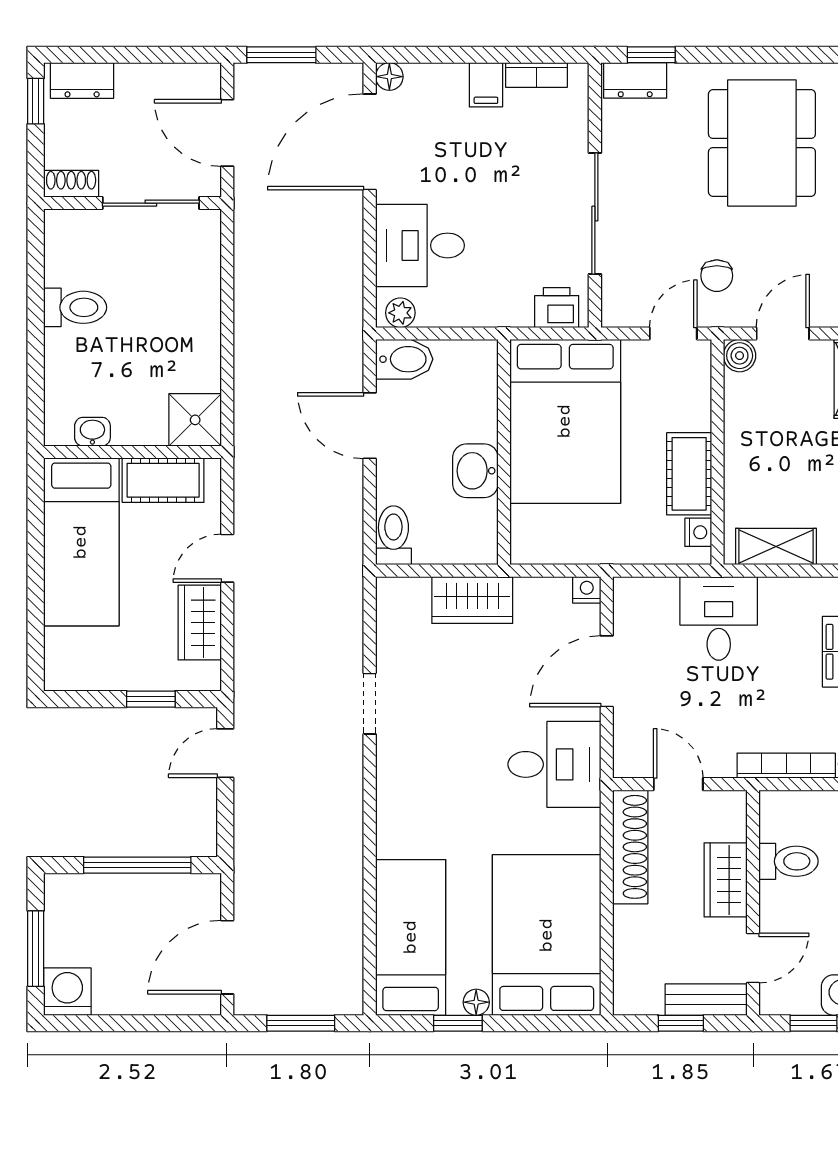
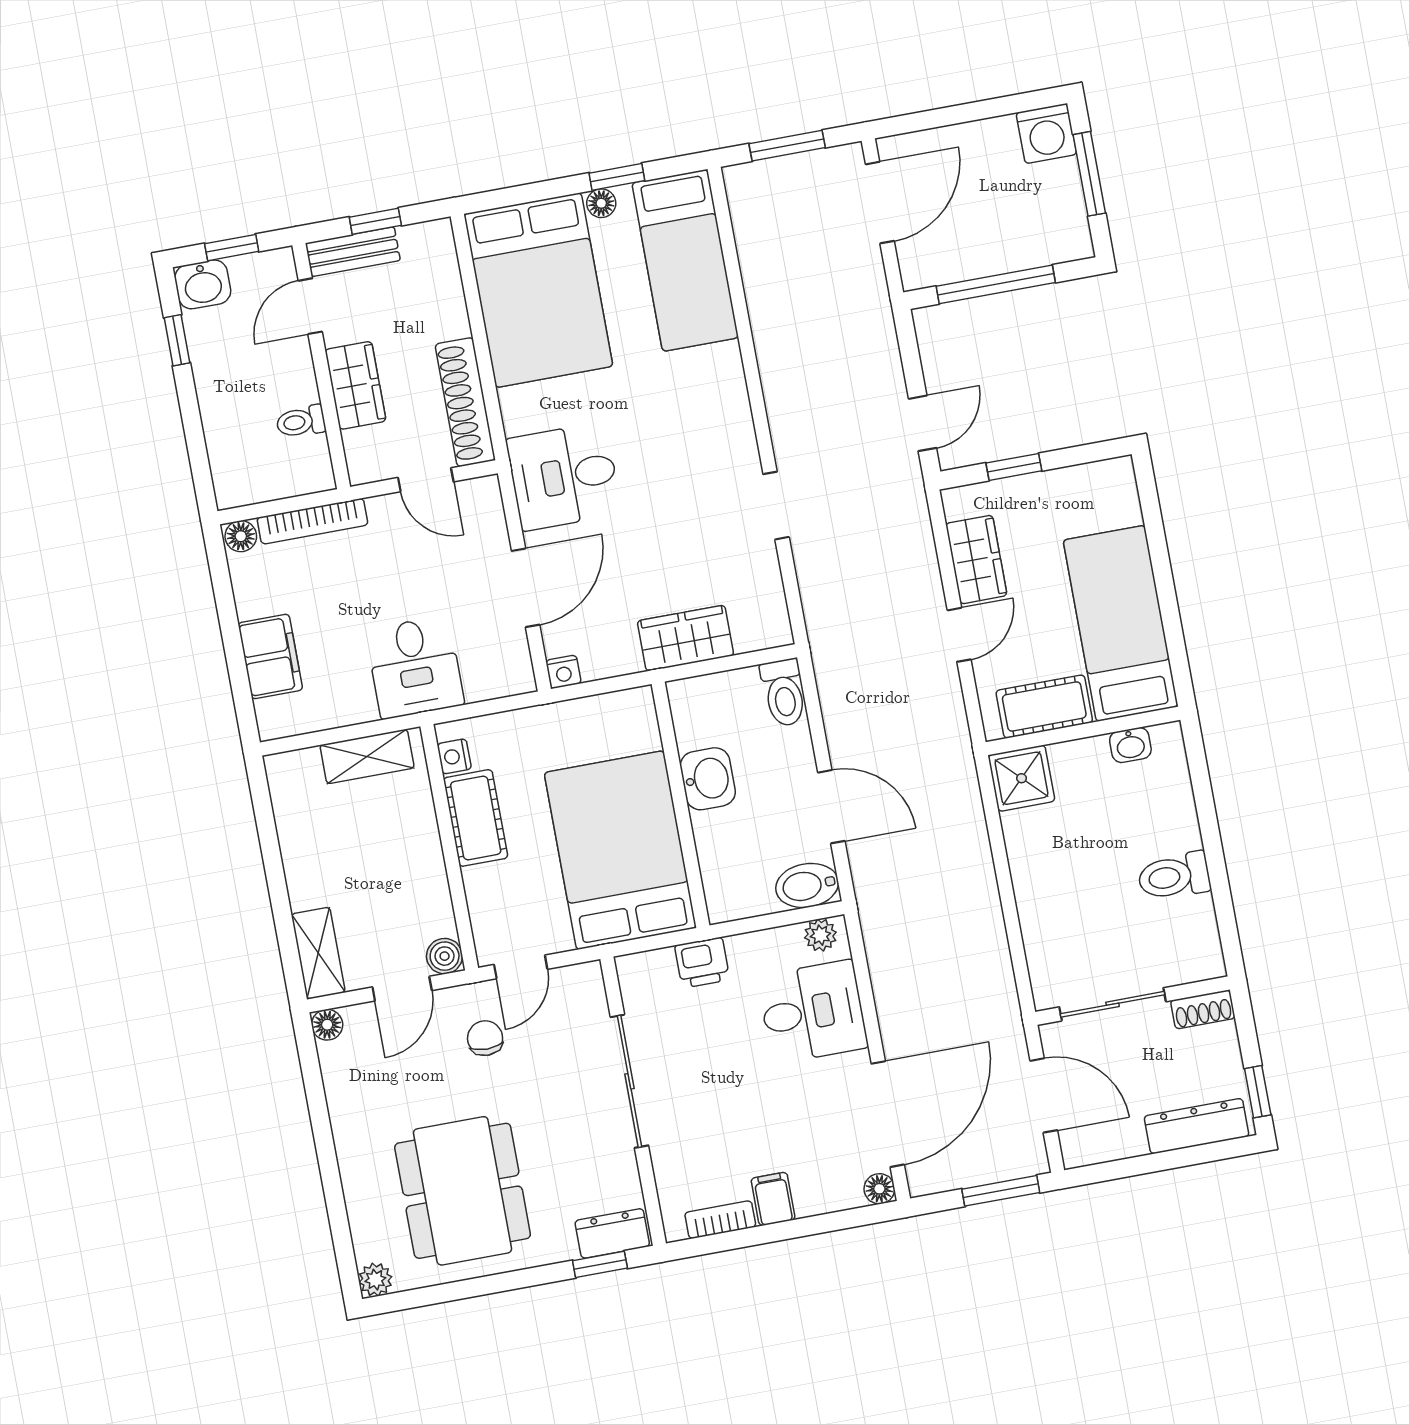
dresser: (82, 80) -> (1197, 1126), width x1.44
printer: (557, 308) -> (702, 963), moved
toilet: (789, 861) -> (301, 422), width x0.73, depth x0.72

